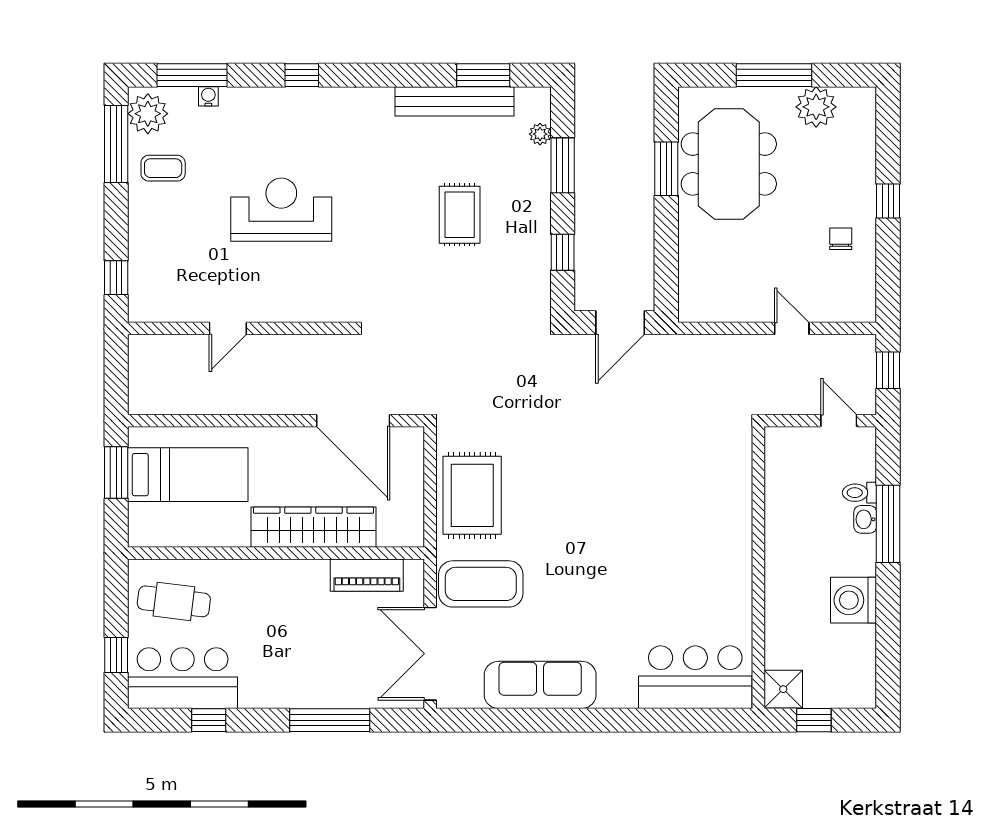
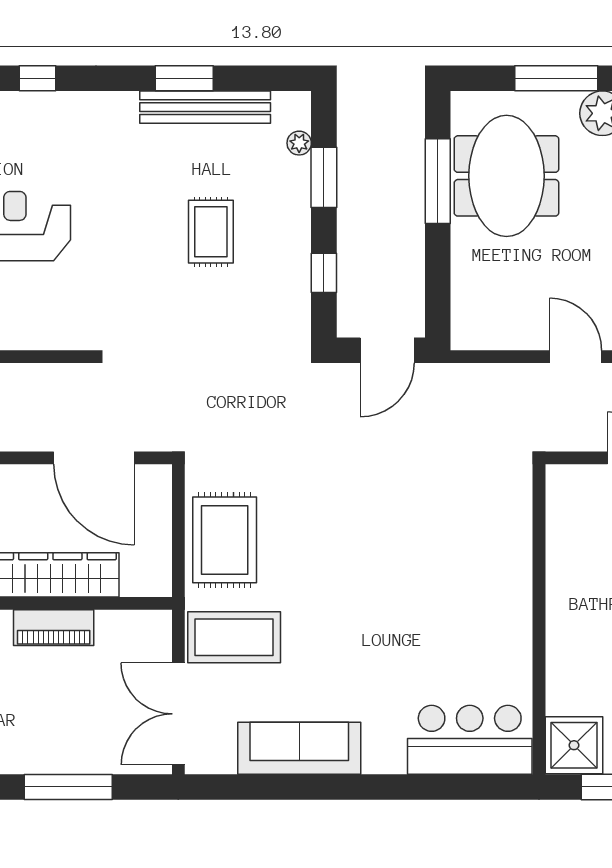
window: (483, 75) -> (184, 78), moved
window: (666, 169) -> (438, 181), width x1.44
door: (792, 328) -> (576, 357), width x1.38
piano: (367, 575) -> (54, 628), moved
shower: (783, 689) -> (574, 745), width x1.36, depth x1.36

